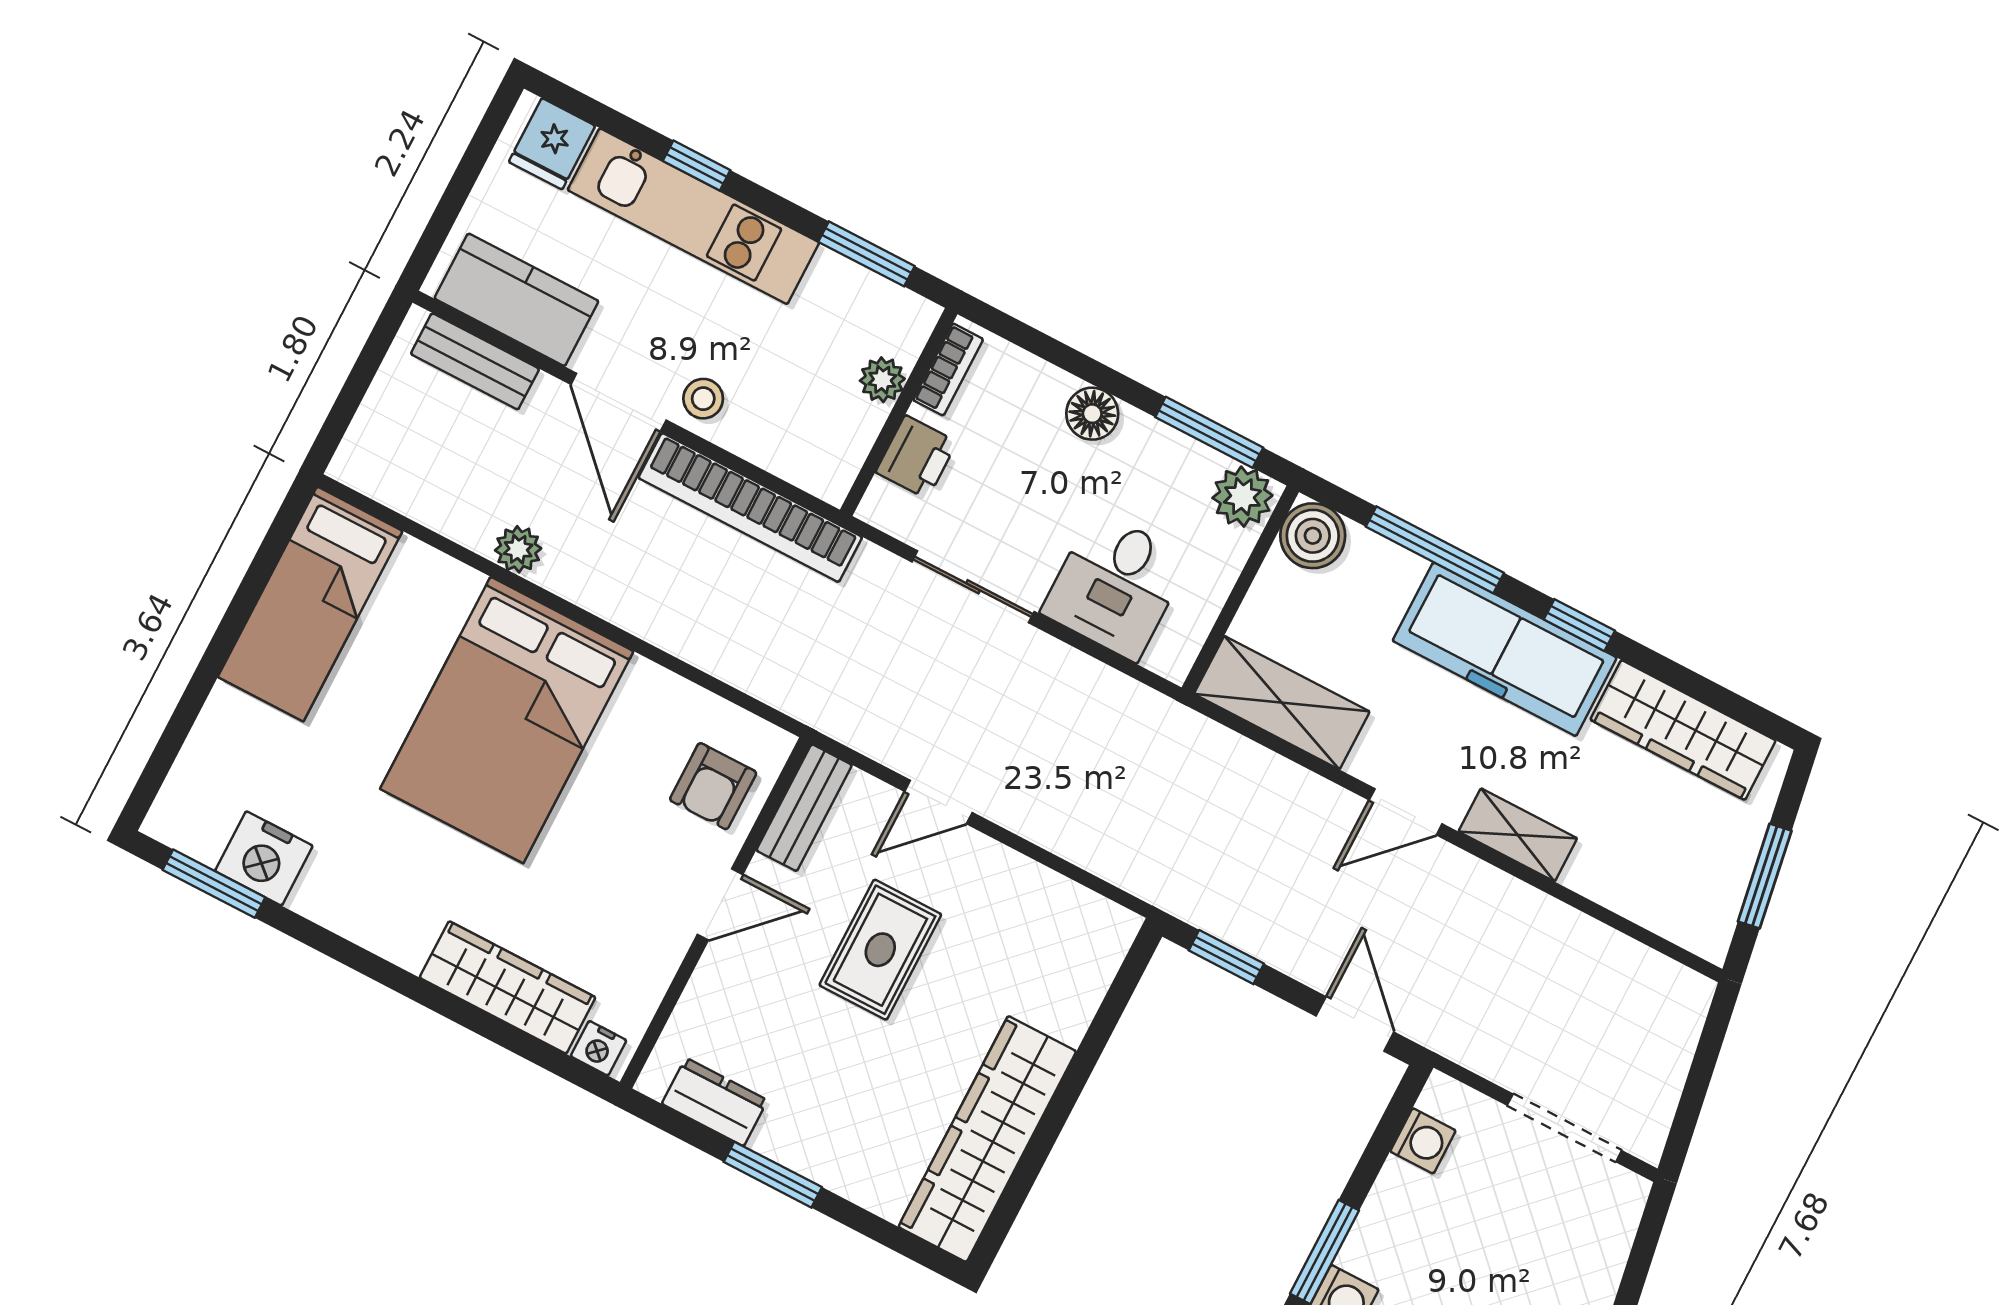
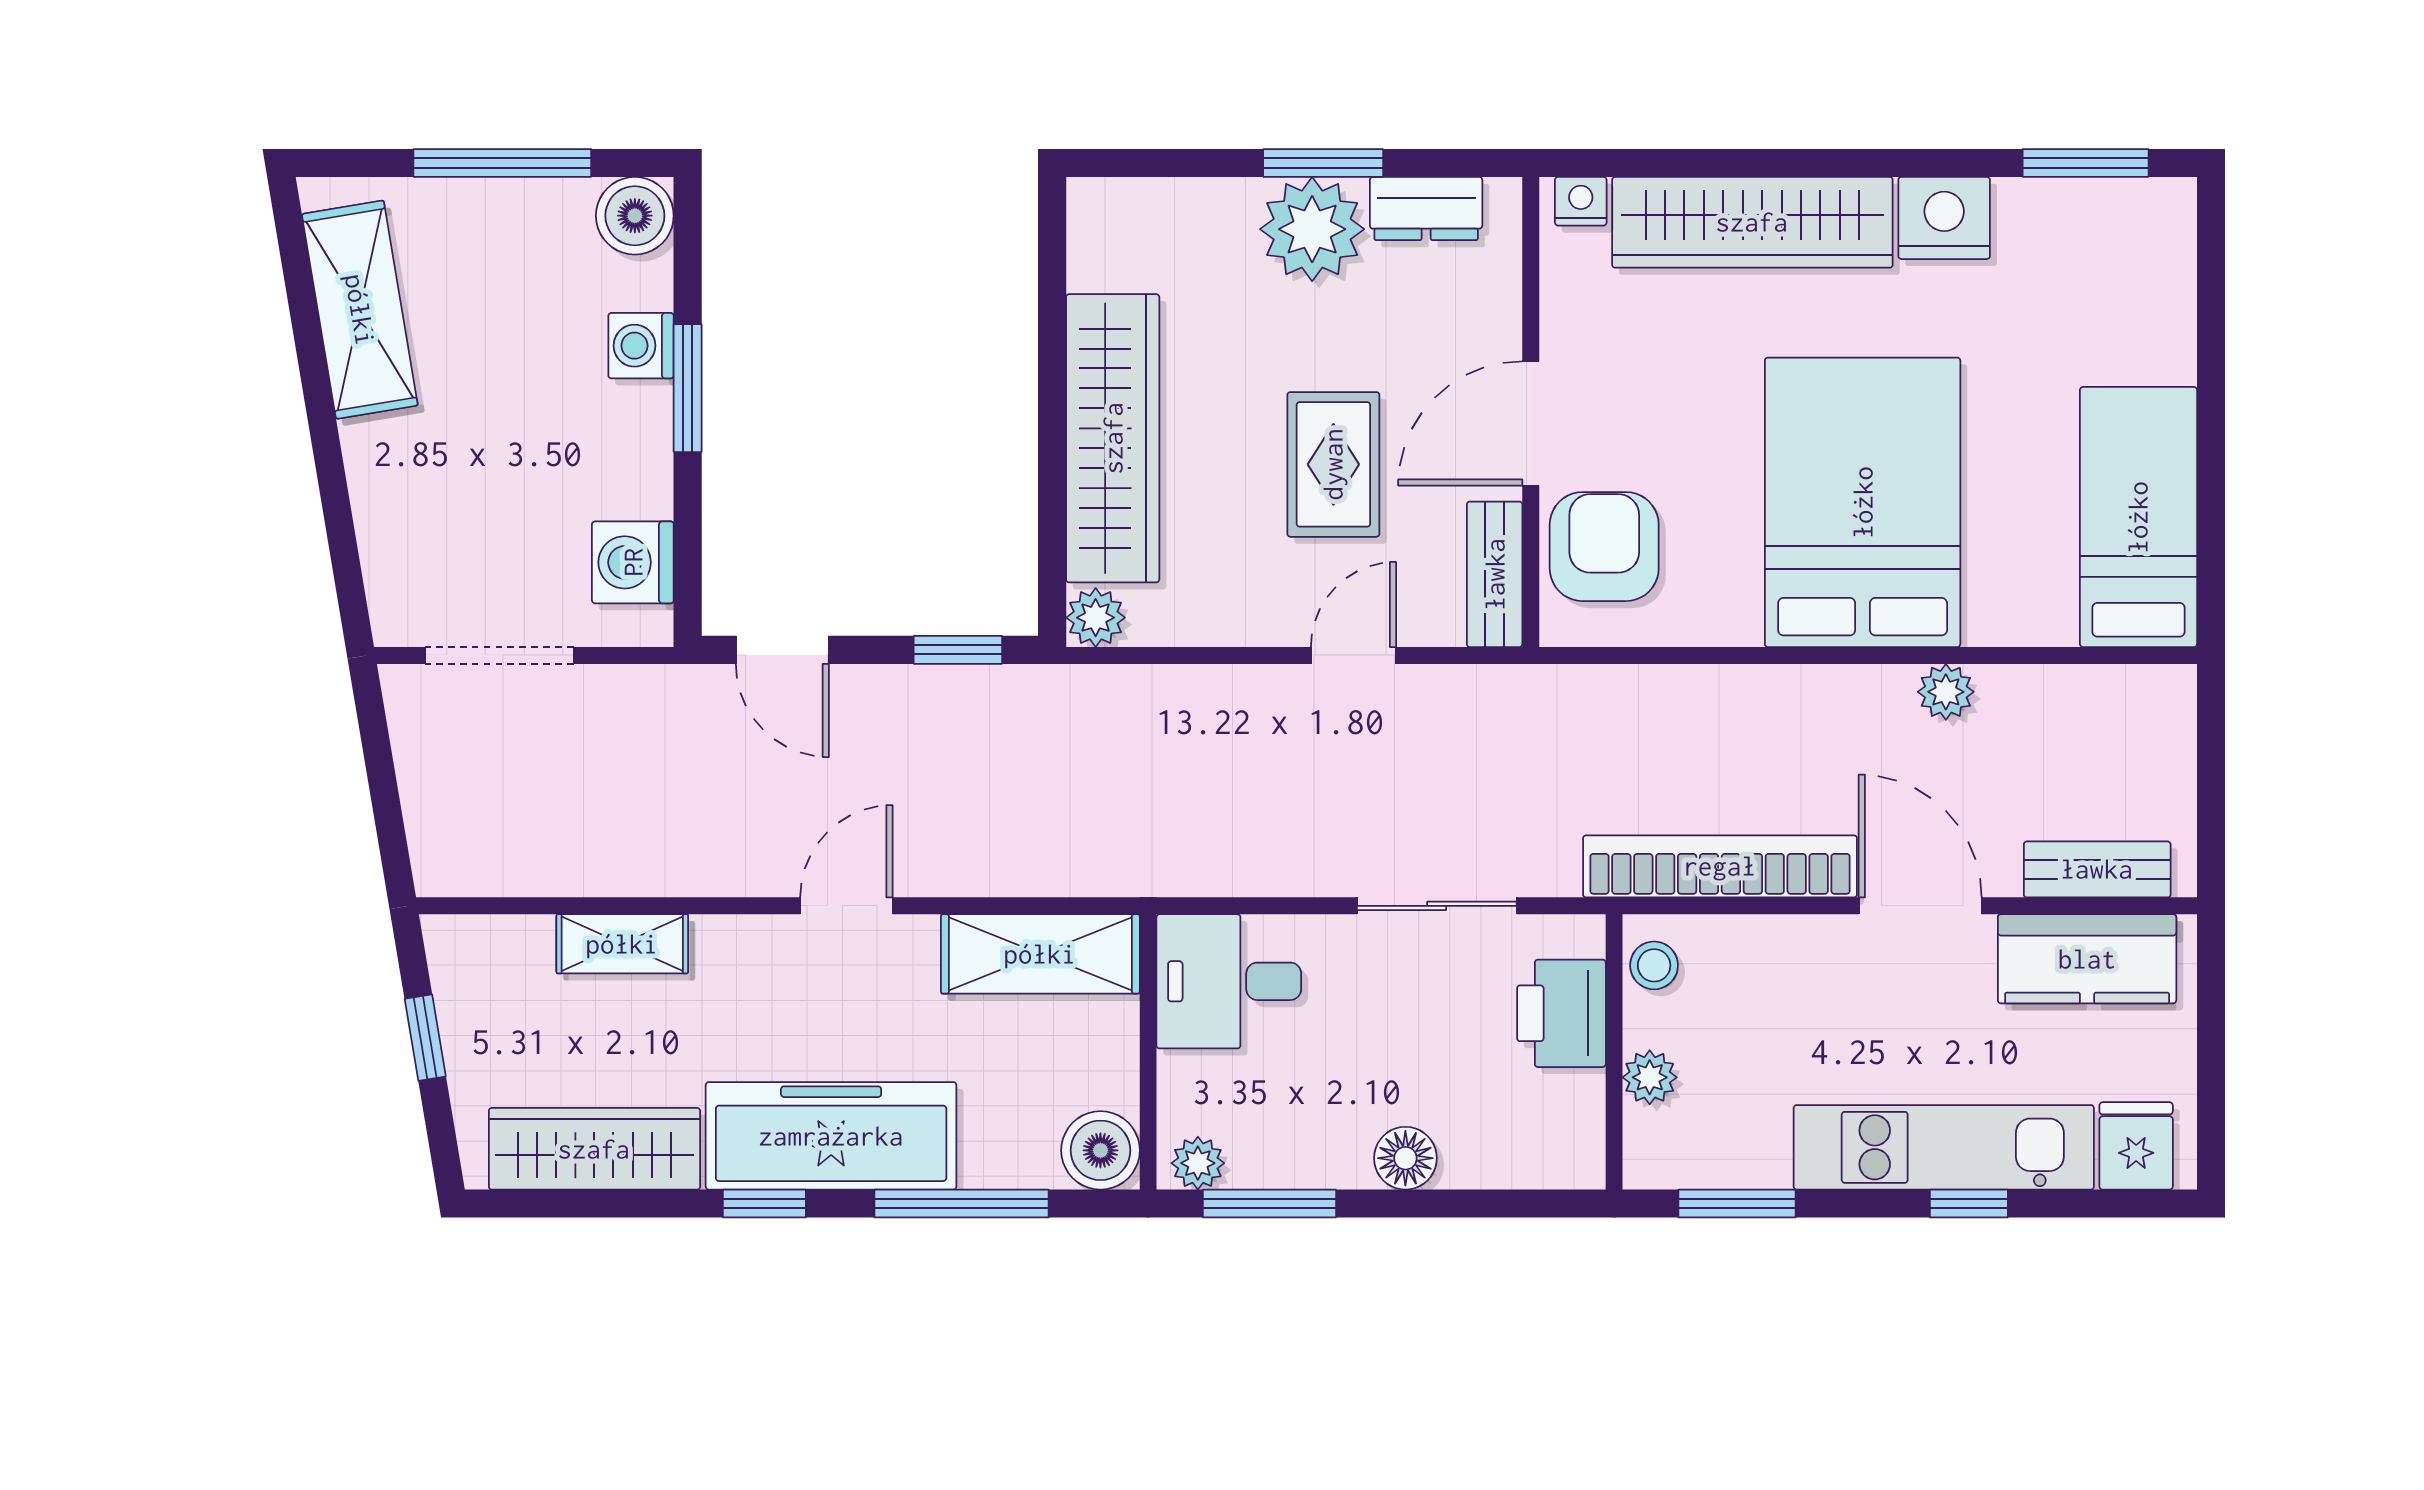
bookcase: (948, 370) -> (1585, 1125), removed
stool: (703, 399) -> (1654, 965), moved
printer: (916, 457) -> (1561, 1013), width x1.36, depth x1.24
plant: (1242, 497) -> (1198, 1163), width x0.73, depth x0.73
desk: (1115, 586) -> (1229, 981), moved, turned -90
armchair: (713, 786) -> (1604, 547), width x1.38, depth x1.38
shelving: (1518, 835) -> (622, 944), moved
nightstand: (264, 858) -> (1944, 218), moved
window: (1765, 876) -> (425, 1038), width x0.67
door: (720, 904) -> (1531, 423), width x1.38
plant: (1113, 928) -> (1096, 618), added
wardrobe: (508, 987) -> (1752, 222), width x1.40, depth x1.17
plant: (806, 1130) -> (1312, 229), added
wardrobe: (987, 1139) -> (1113, 438), moved
washing machine: (1423, 1141) -> (633, 562), width x1.38, depth x1.38

